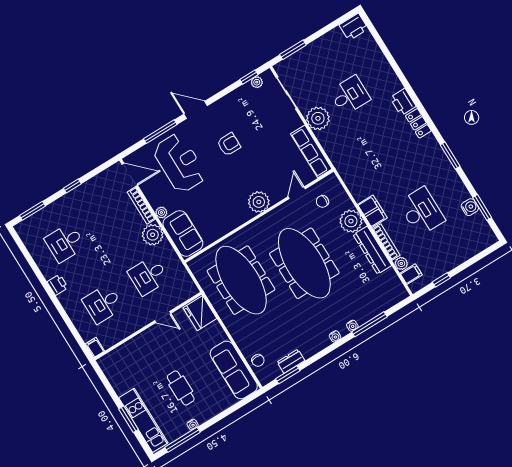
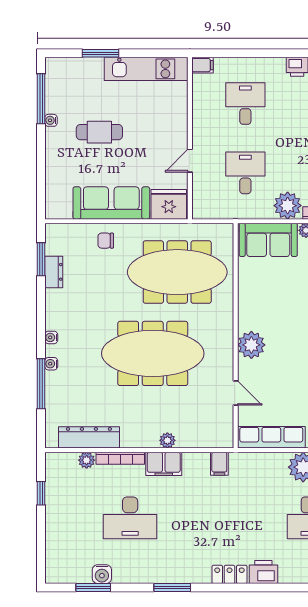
chair: (322, 201) -> (209, 415), removed
plant: (351, 221) -> (167, 440), width x0.53, depth x0.53
dresser: (372, 250) -> (89, 437), moved
filing cabinet: (411, 274) -> (219, 464), moved
chair: (258, 360) -> (106, 241), moved
sofa: (234, 370) -> (111, 203), moved
kitchen unit: (143, 420) -> (146, 69), moved

